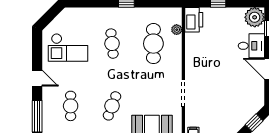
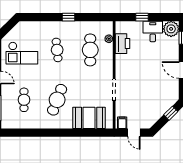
printer: (194, 20) -> (122, 44), moved
desk: (251, 46) -> (153, 31), moved, turned -90
cafe table: (112, 106) -> (57, 100), width x1.37, depth x1.35

